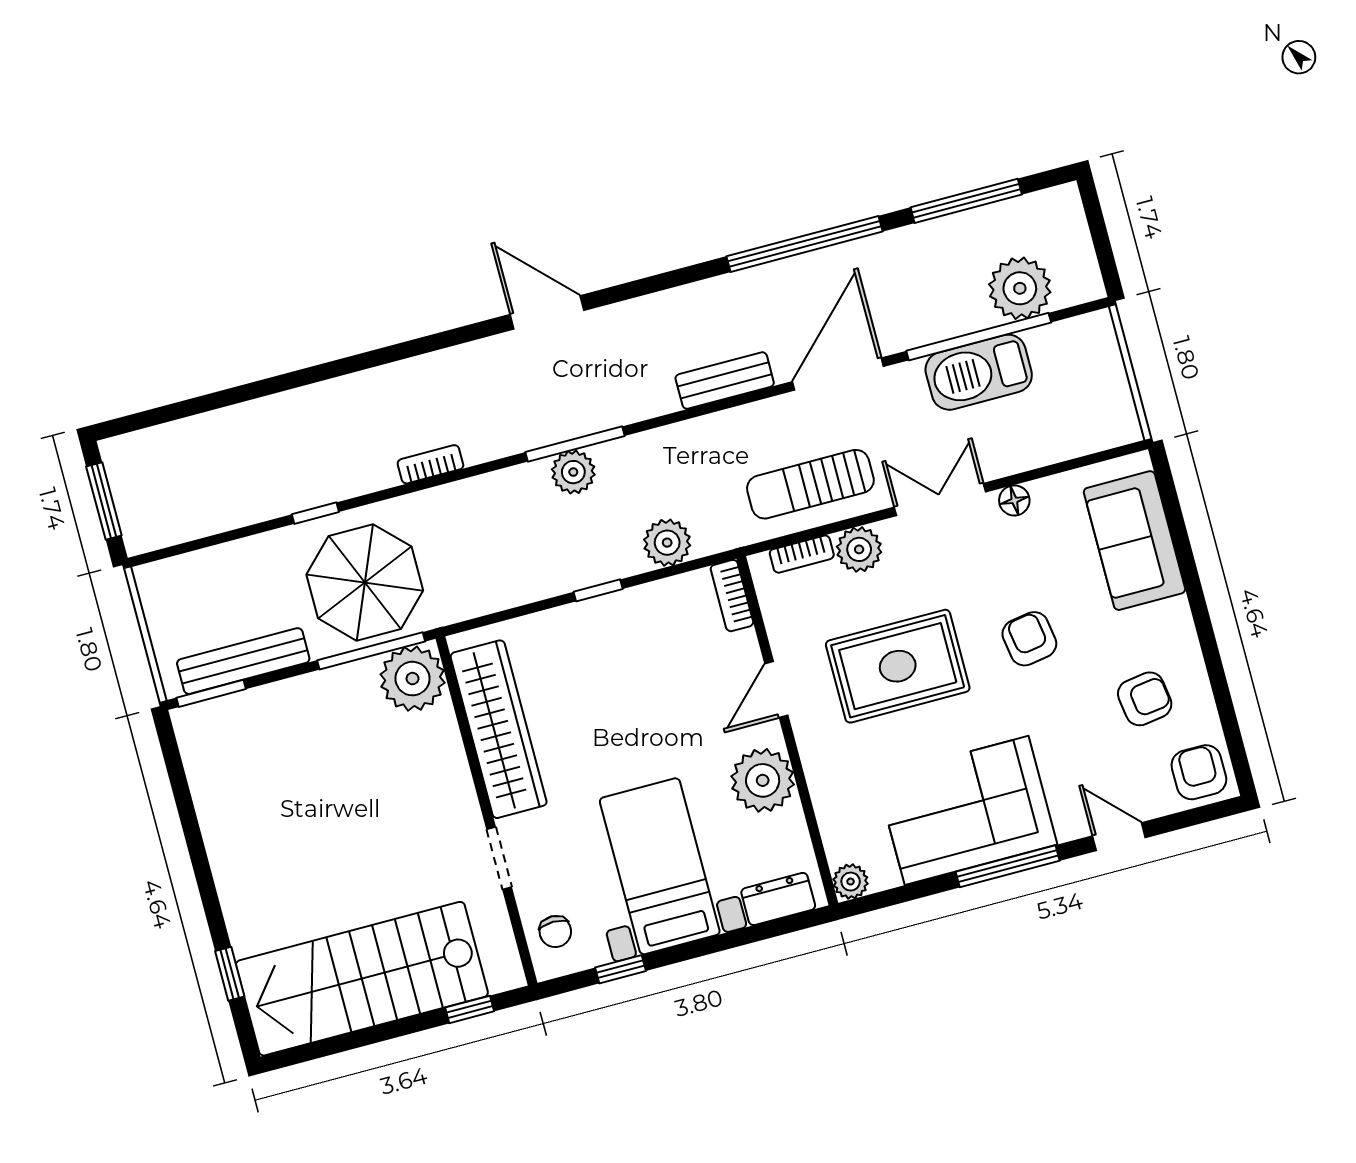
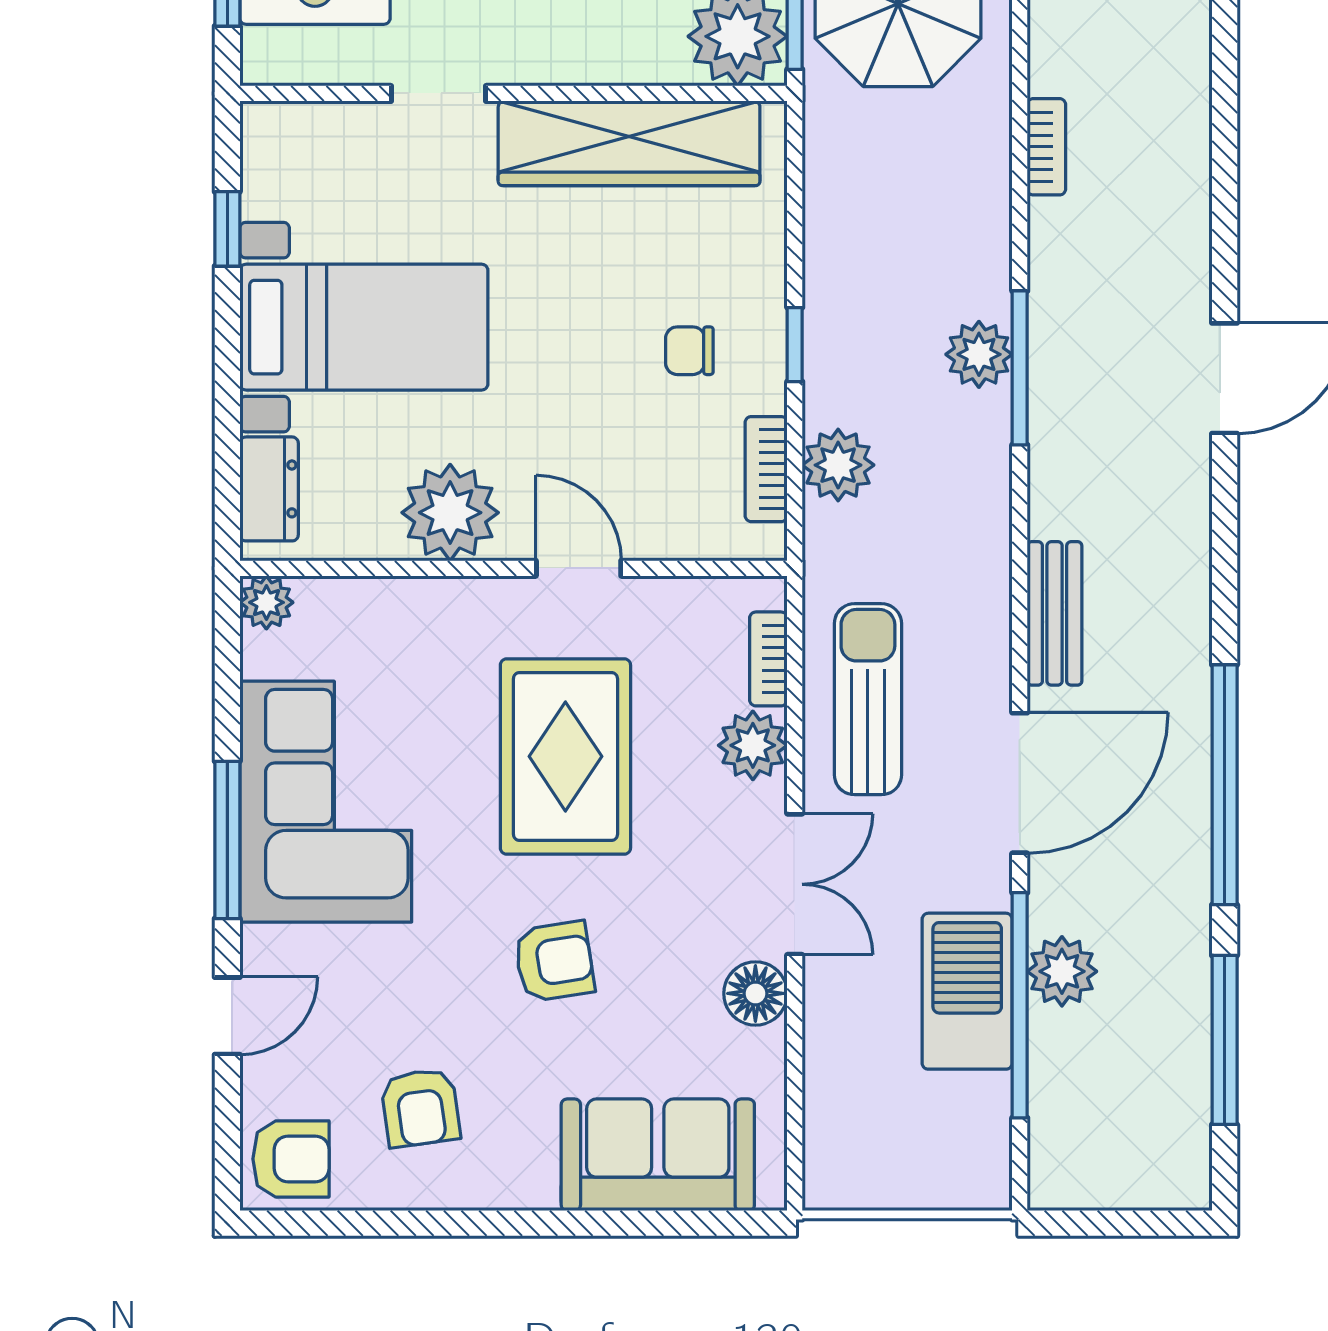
plant: (1020, 288) -> (1062, 971), moved, width x0.73, depth x0.73
door: (838, 374) -> (1020, 783), hinge flipped
floor lamp: (1014, 500) -> (755, 993), width x1.37, depth x1.37
bookcase: (732, 596) -> (766, 469), moved, turned -90
chair: (555, 932) -> (689, 351), moved

